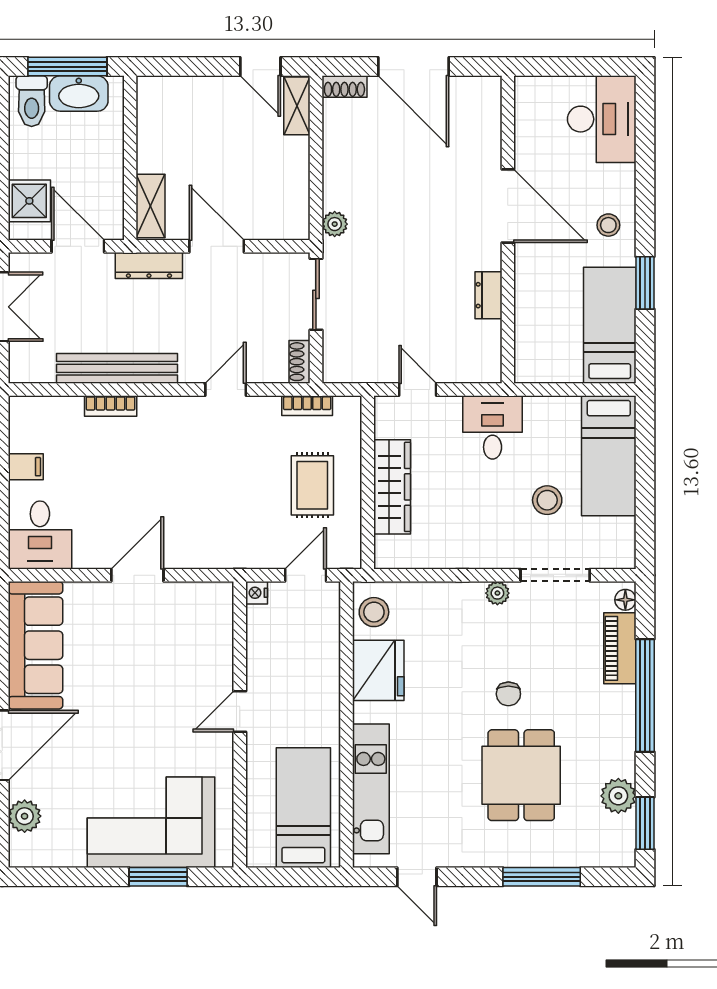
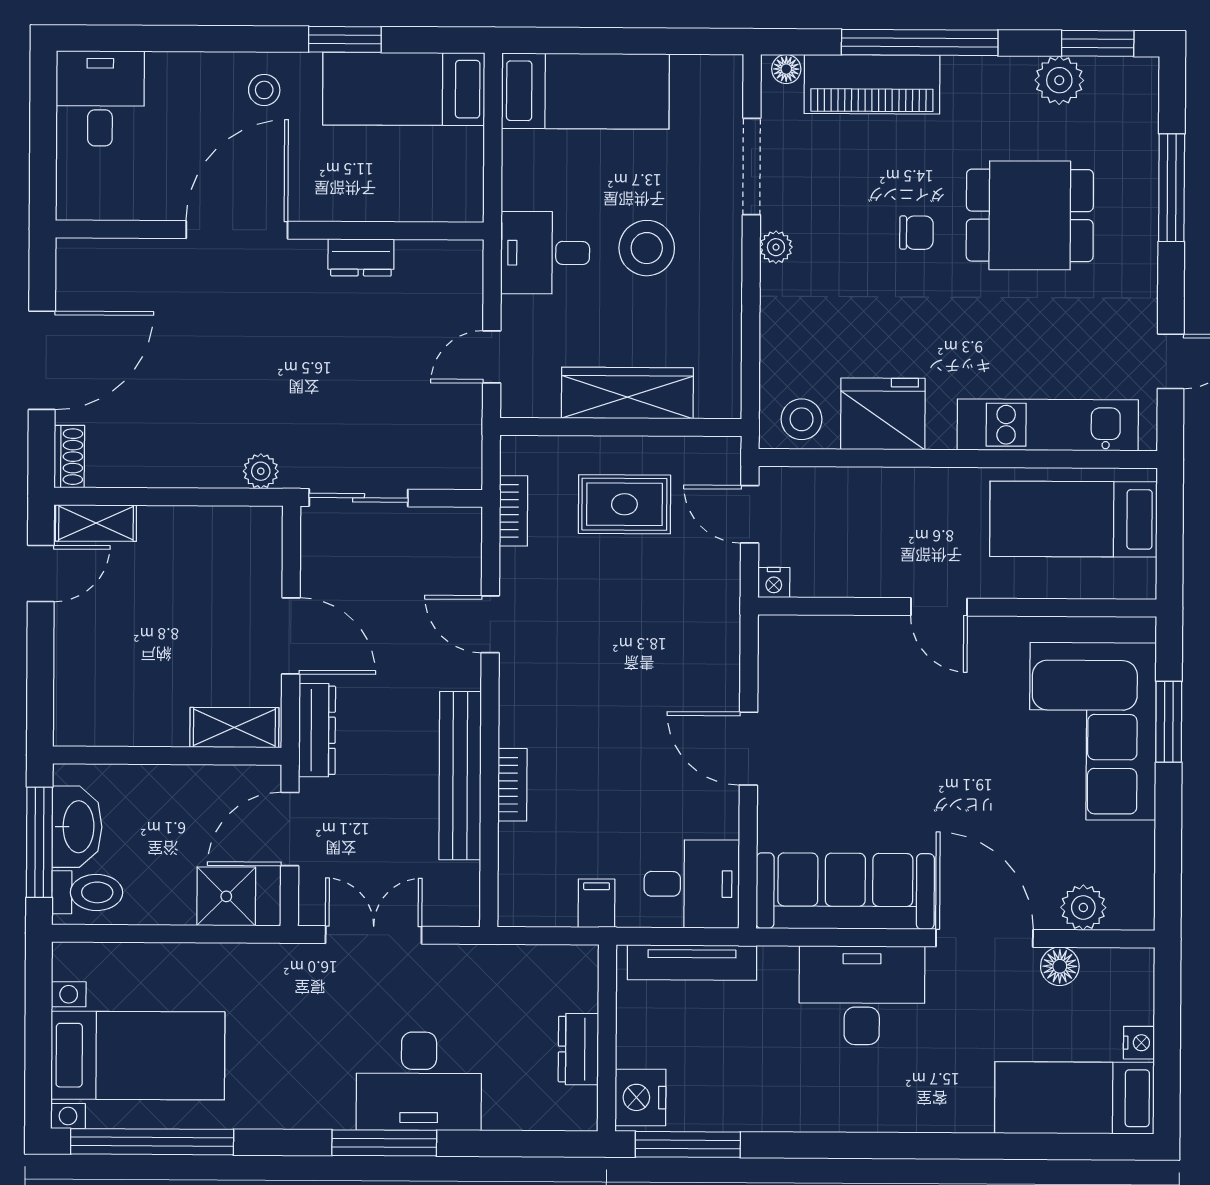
desk: (602, 119) -> (100, 98), width x0.73
door: (217, 246) -> (291, 636), swing flipped
shoe rack: (300, 362) -> (452, 521), removed
stool: (547, 500) -> (647, 248), moved, width x1.38, depth x1.38
piano: (620, 648) -> (872, 84), width x1.37, depth x1.33

